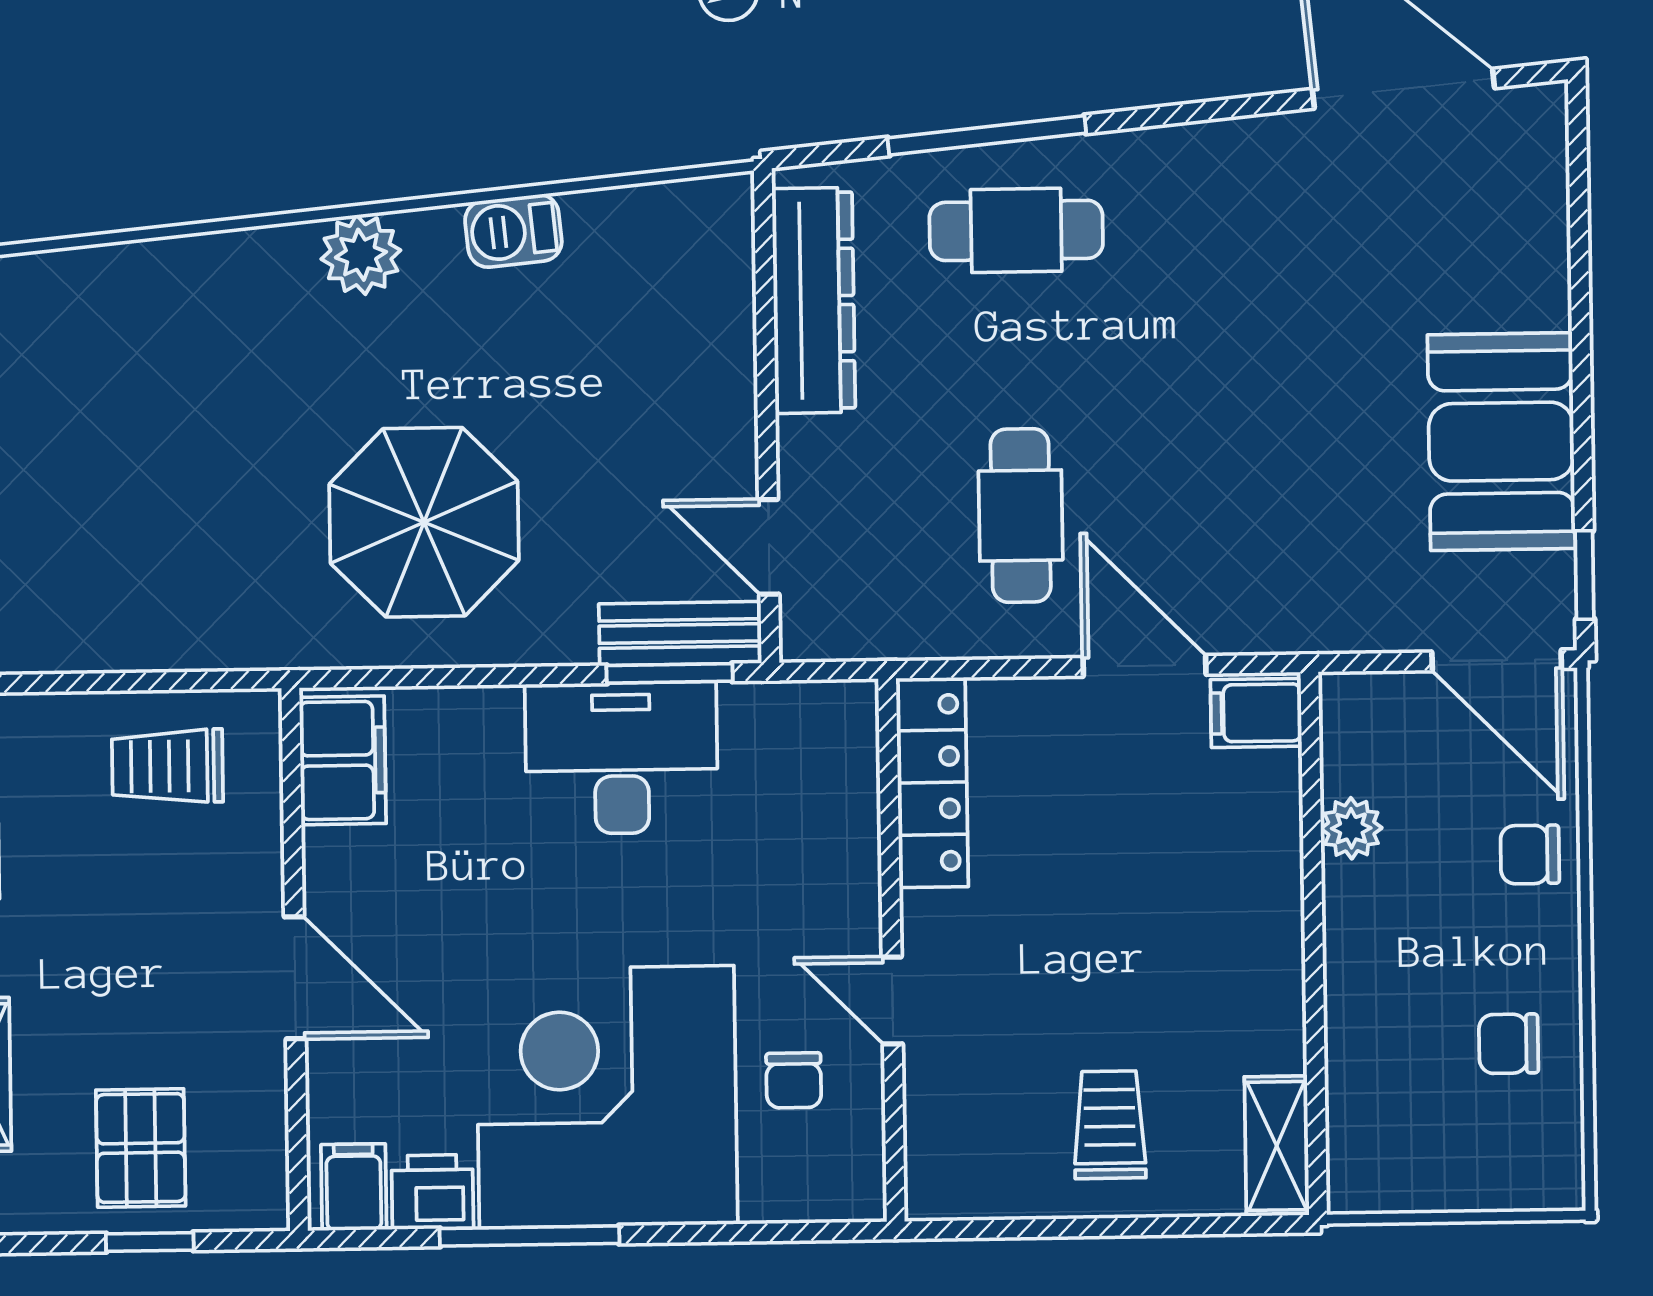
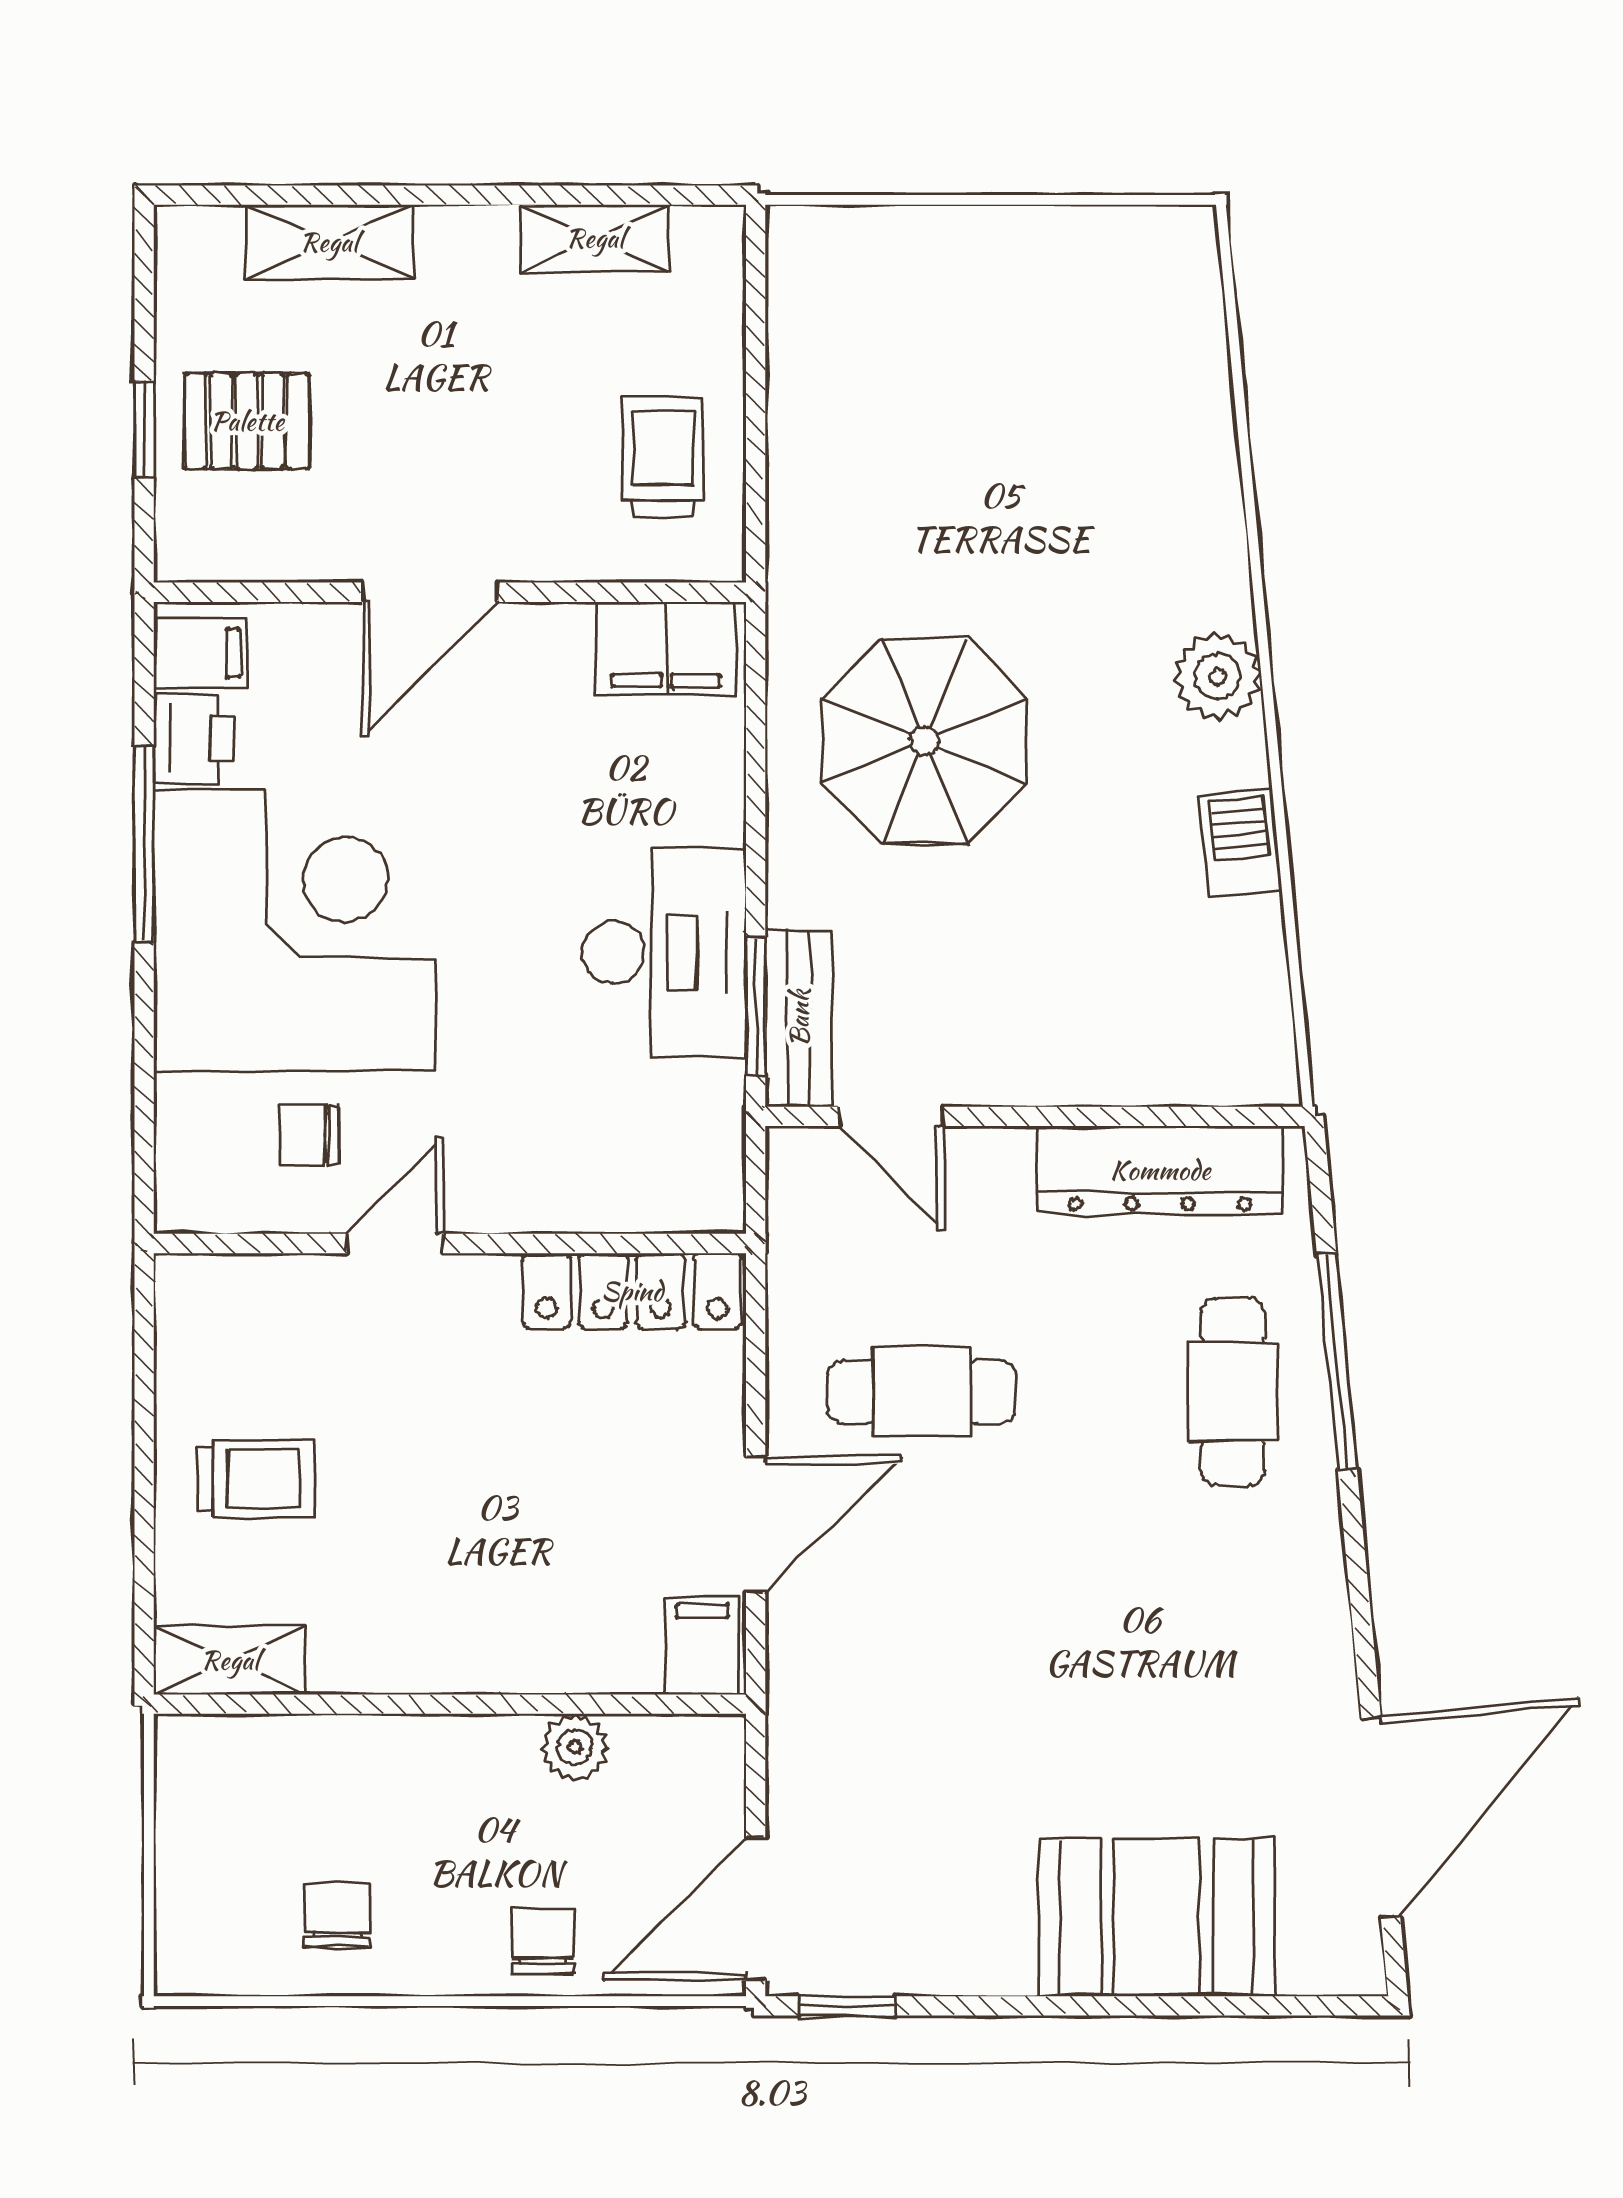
booth: (1501, 442) -> (1157, 1917), moved
door: (769, 547) -> (892, 1116), swing flipped

